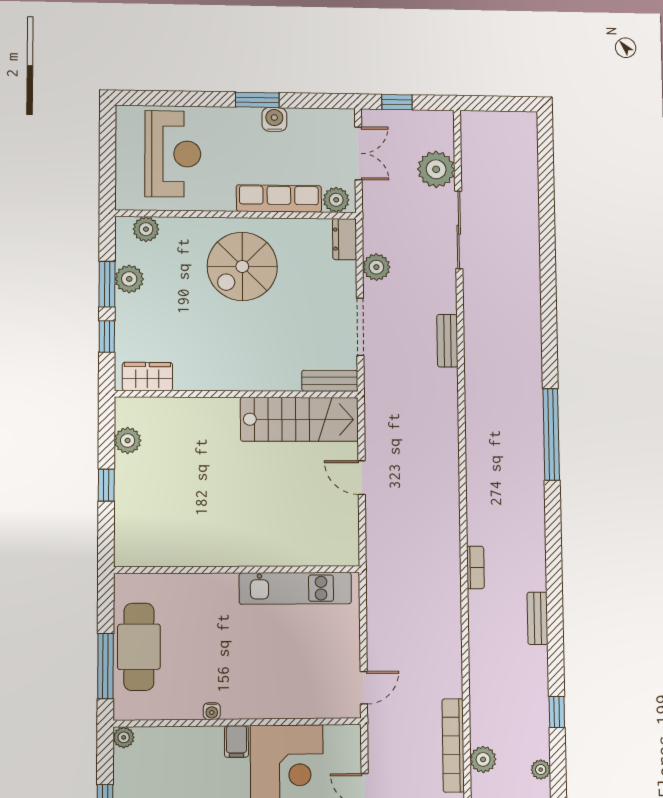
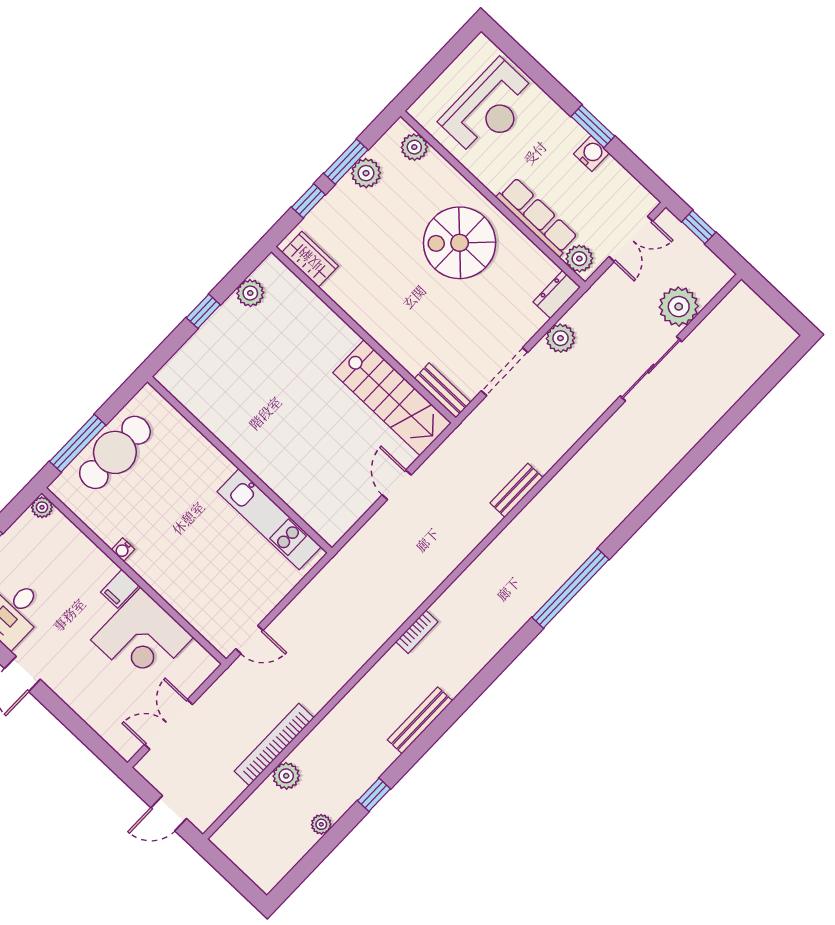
bench: (447, 341) -> (516, 490), moved
bench: (537, 618) -> (420, 720), width x1.36

